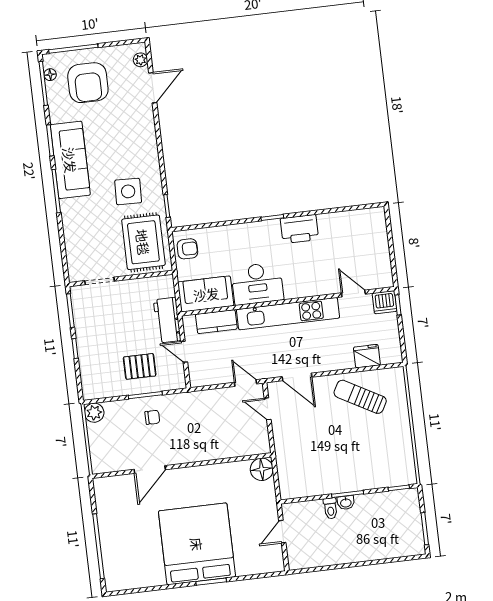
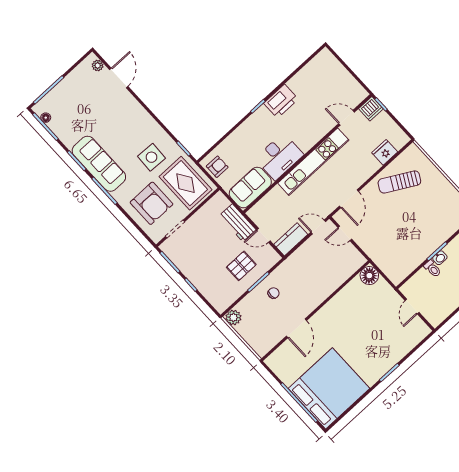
armchair: (88, 83) -> (151, 203), moved
kitchen counter: (216, 322) -> (291, 239), moved, turned 180
door: (297, 377) -> (349, 199), hinge flipped
bed: (197, 544) -> (329, 388), moved, turned 90

